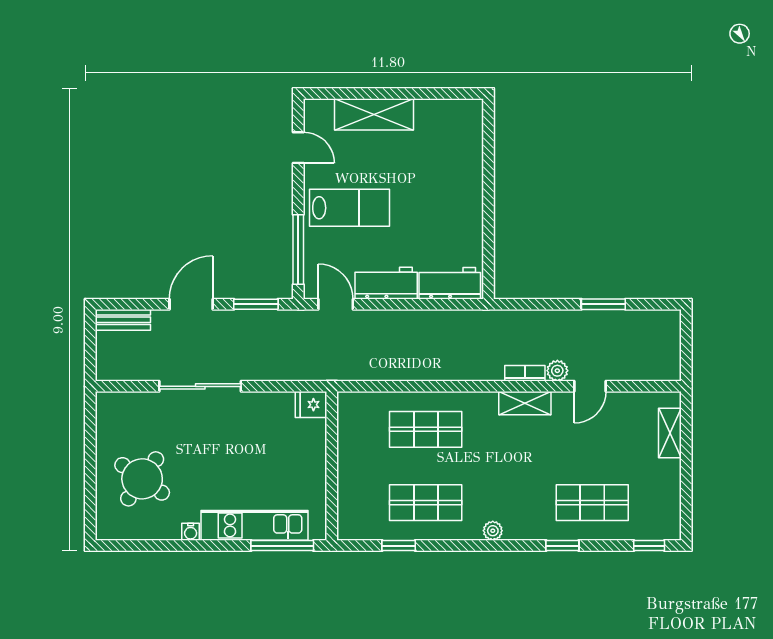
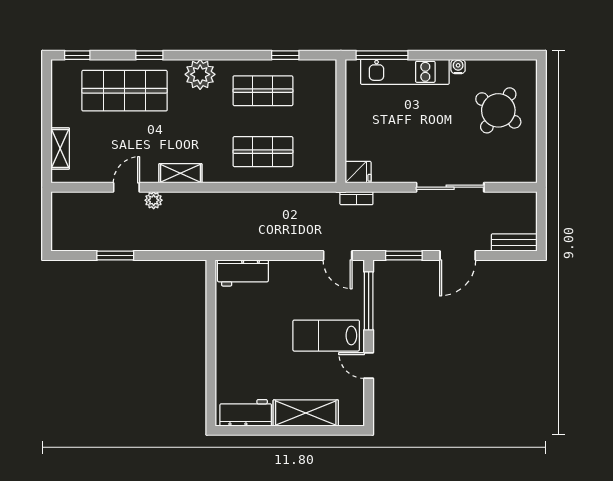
door: (298, 148) -> (369, 366), moved
workbench: (386, 283) -> (246, 413), moved, turned 180
bookcase: (525, 373) -> (356, 198), moved
shop shelf: (592, 503) -> (125, 91), width x1.43, depth x1.36
plant: (493, 531) -> (200, 74), width x1.87, depth x1.87

